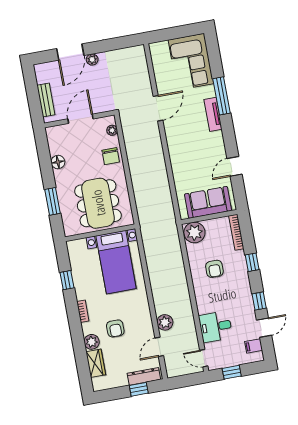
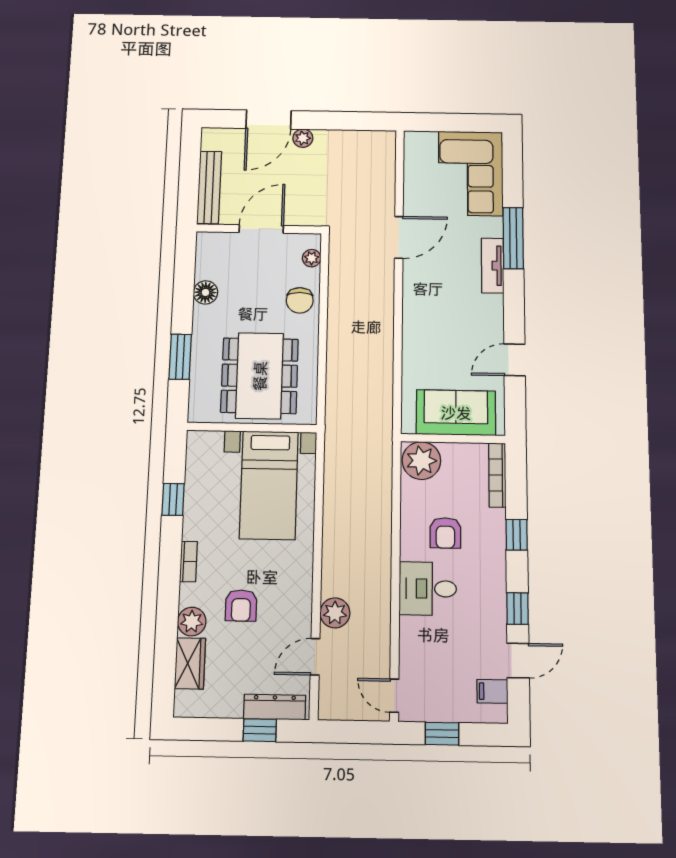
bench: (46, 100) -> (209, 187), width x1.36
desk: (216, 327) -> (428, 589), moved

